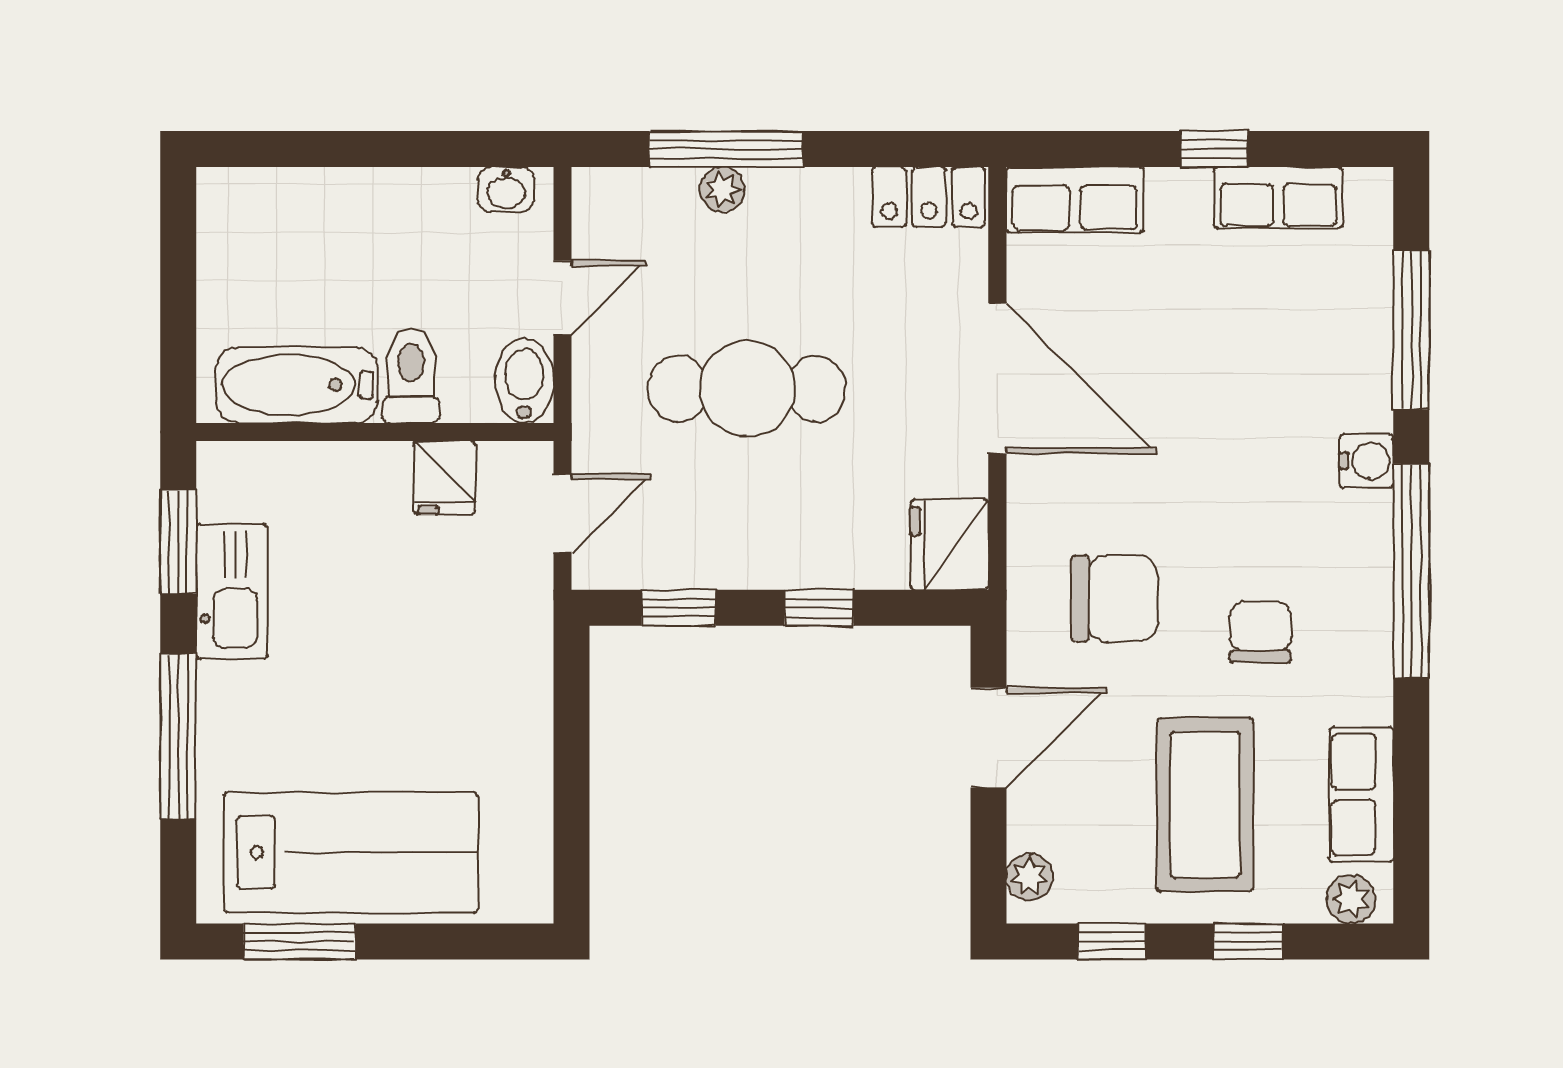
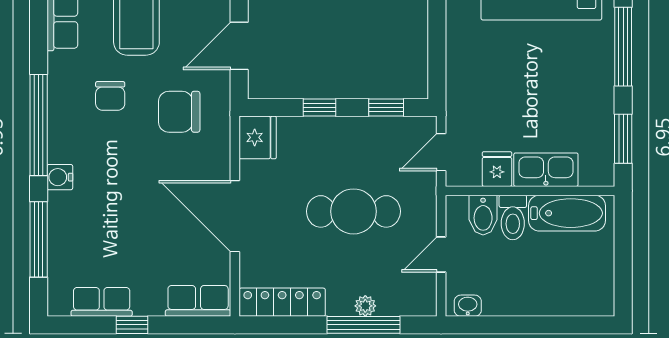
locker: (929, 197) -> (282, 302), width x1.53
bidet: (524, 381) -> (483, 215), moved
kitchen sink: (232, 591) -> (546, 170), moved, turned 90

